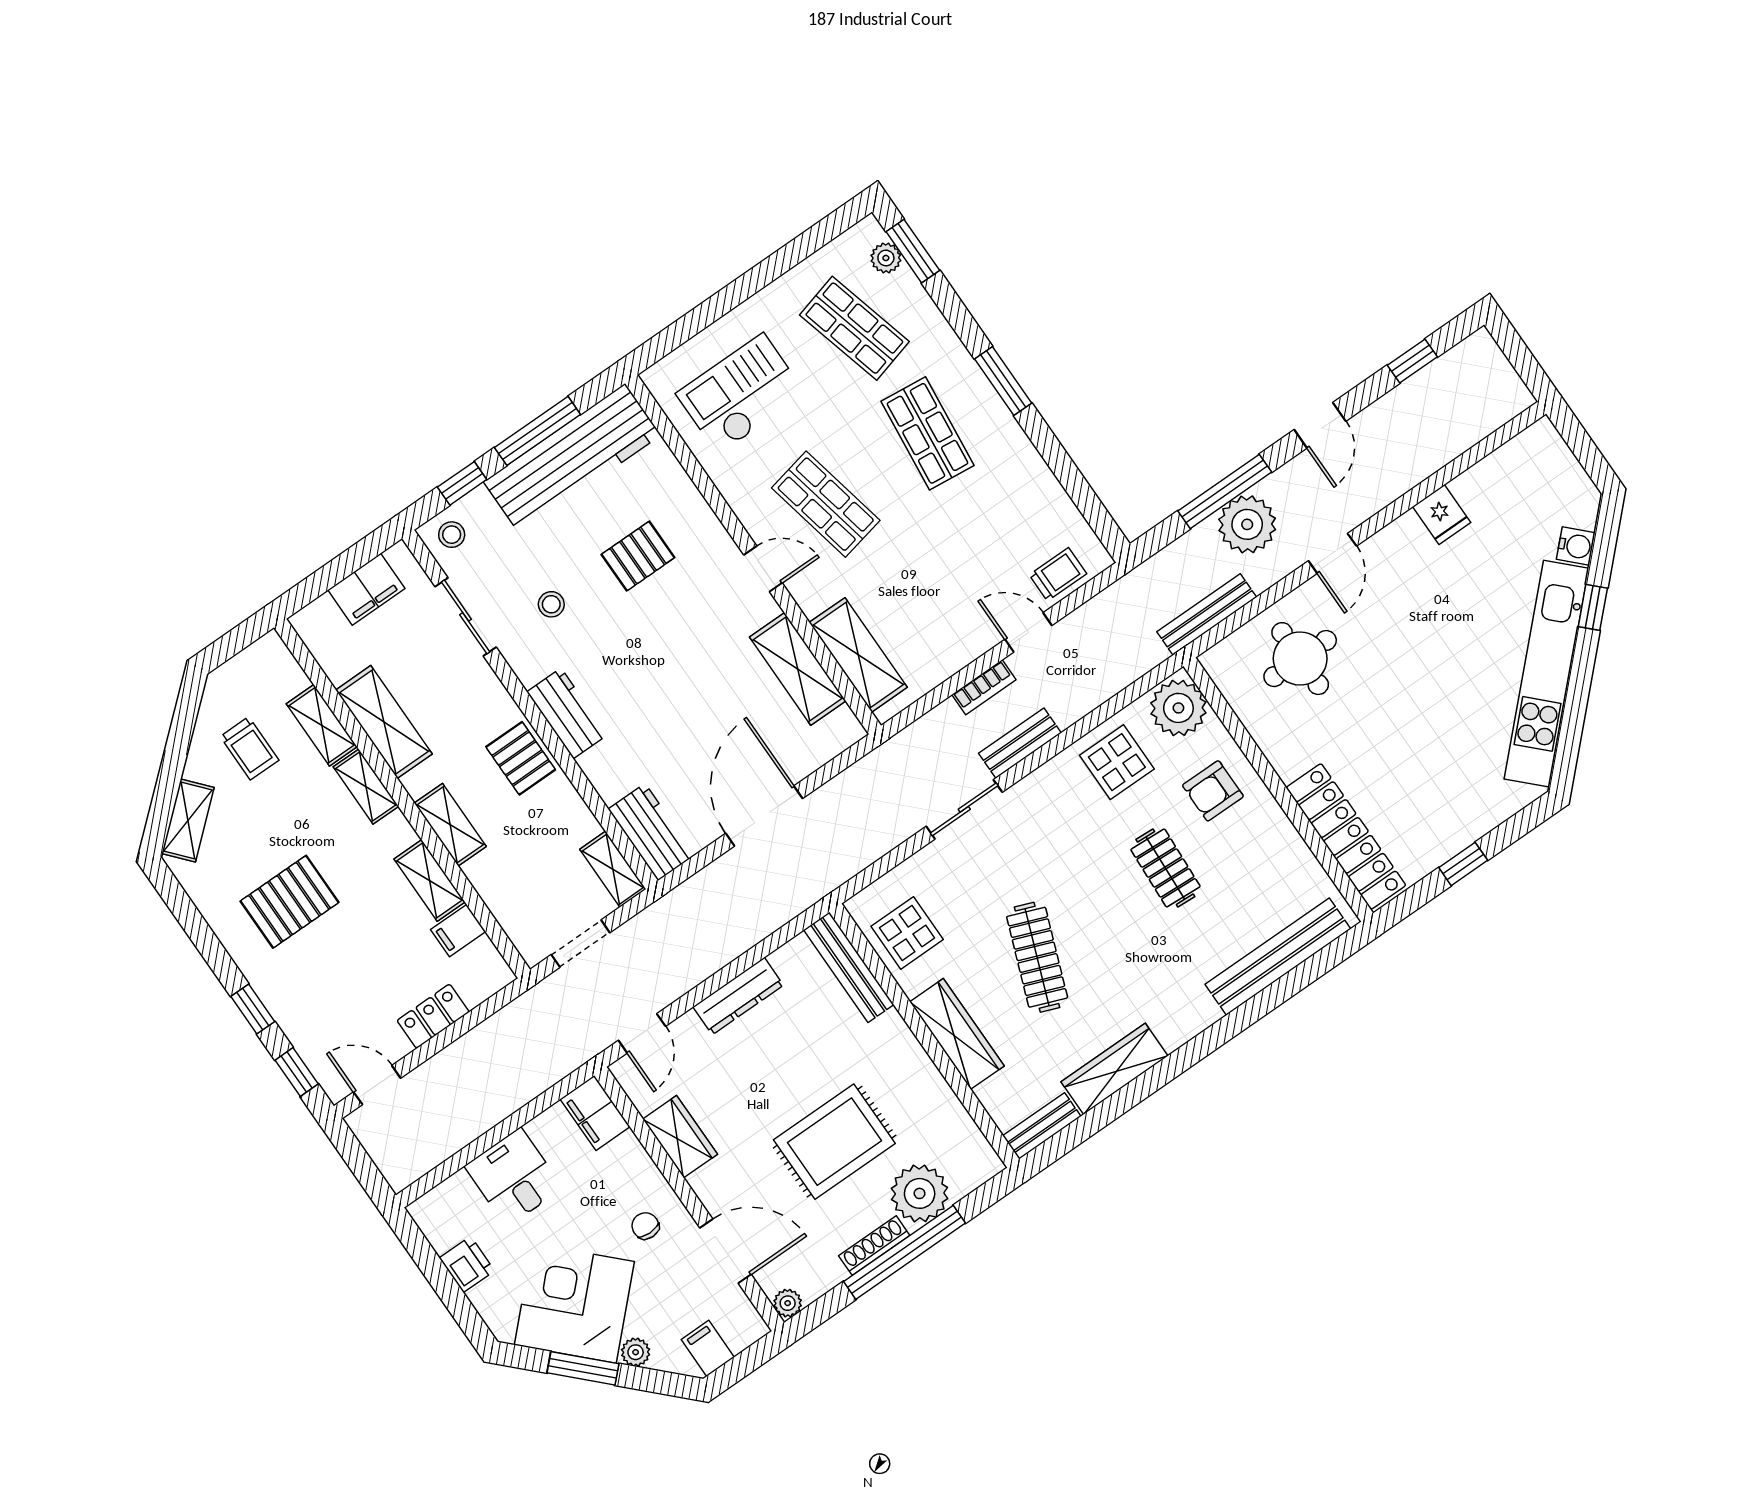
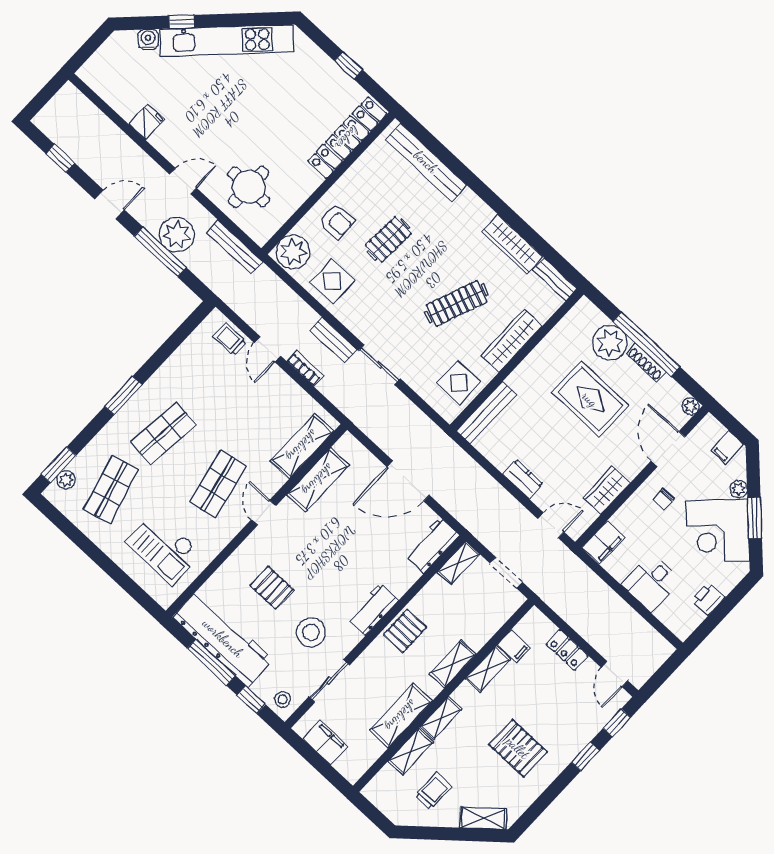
stool: (551, 604) -> (311, 632), width x1.89, depth x1.89
dresser: (738, 996) -> (523, 479), width x0.70

